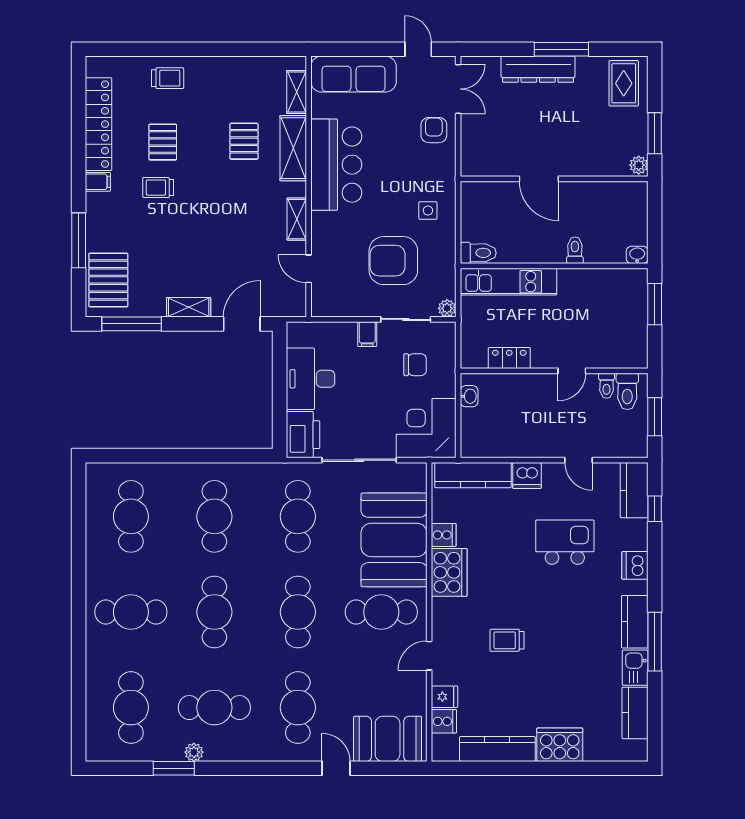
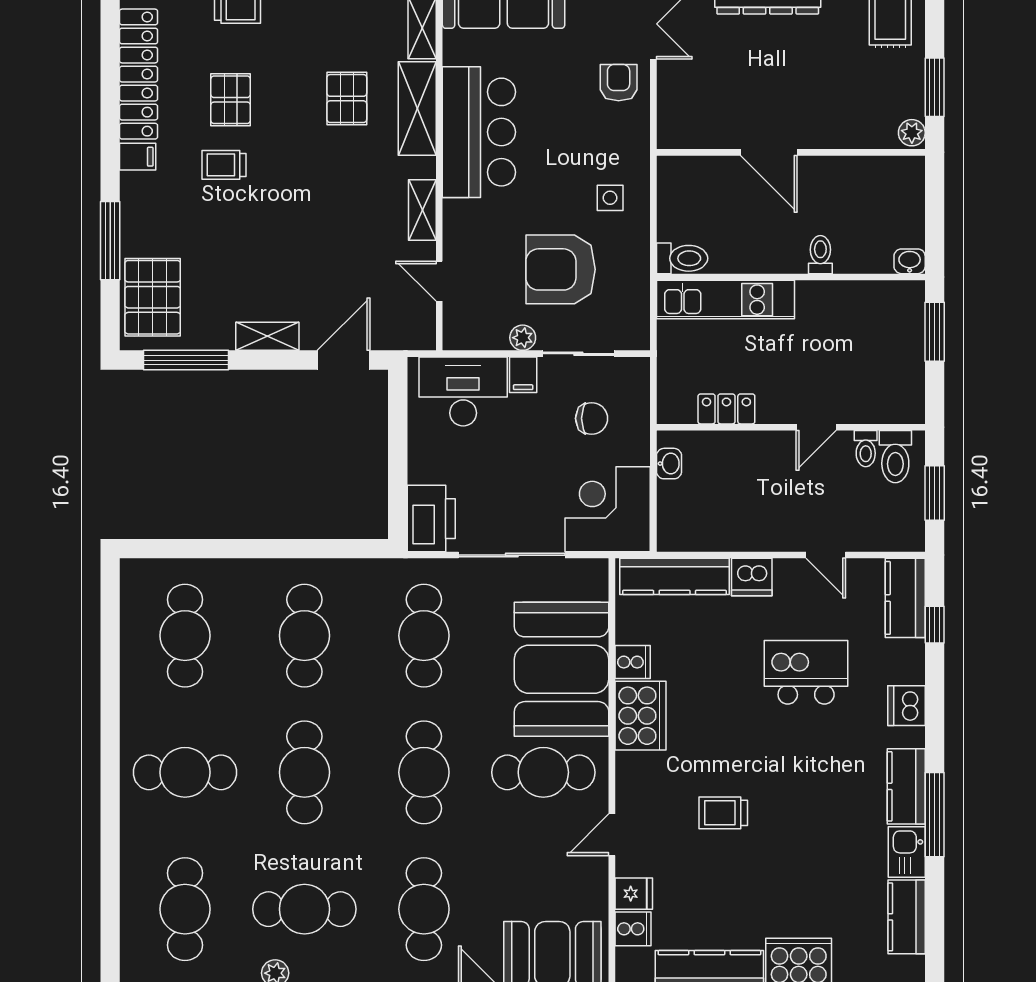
plant: (447, 308) -> (523, 338), moved
desk: (310, 379) -> (463, 392), moved, turned 90

